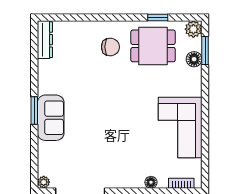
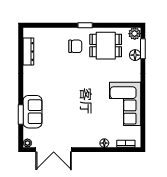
window: (158, 18) -> (85, 25), moved
dresser: (45, 40) -> (28, 52), moved
window: (34, 111) -> (21, 114), moved
sofa: (51, 118) -> (33, 112), moved

